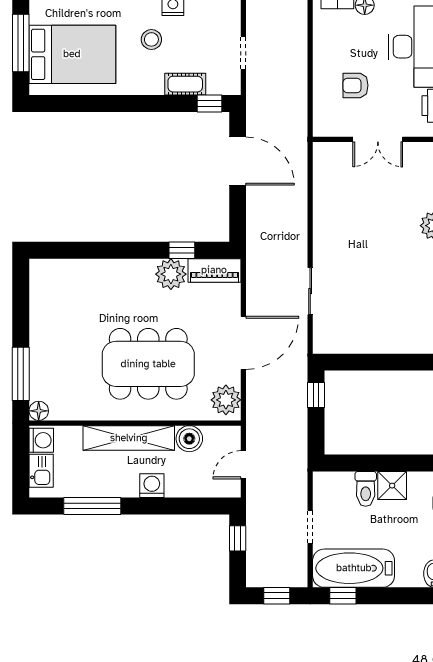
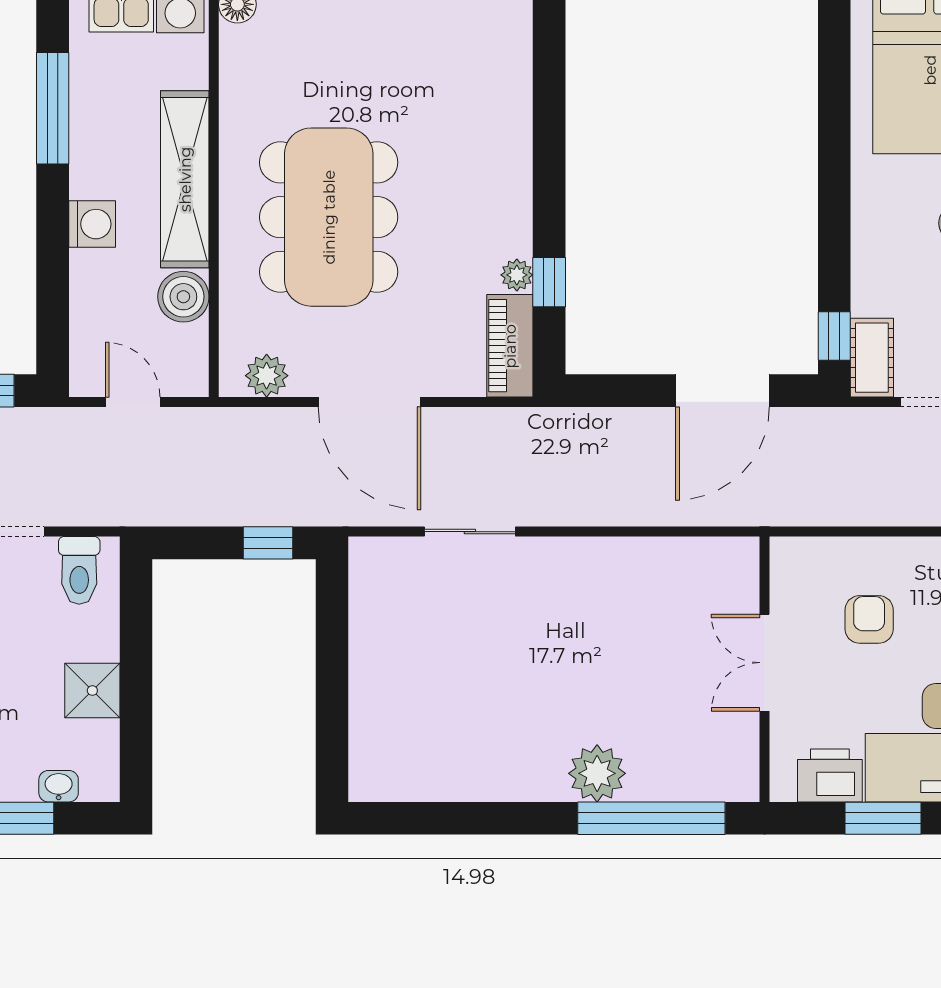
cot: (185, 84) -> (872, 358), moved
plant: (171, 274) -> (517, 275), width x0.53, depth x0.53
plant: (226, 400) -> (267, 376), width x0.73, depth x0.73
toilet: (366, 489) -> (79, 570), moved, turned -90

